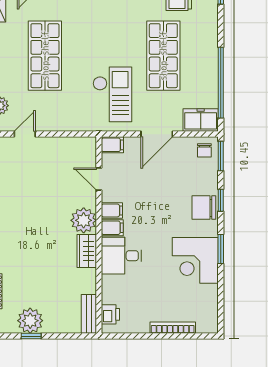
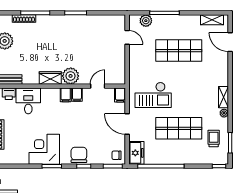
desk: (121, 256) -> (28, 101), moved

